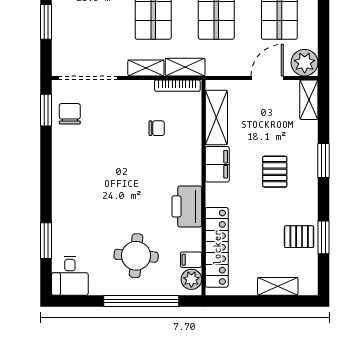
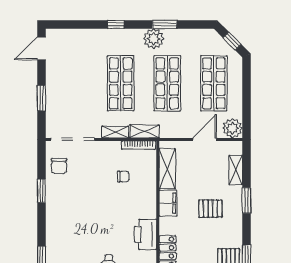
shelving: (309, 100) -> (236, 170), moved
window: (46, 110) -> (41, 191), moved
chair: (70, 114) -> (59, 166), turned 180
pallet: (275, 172) -> (210, 209), turned 90

